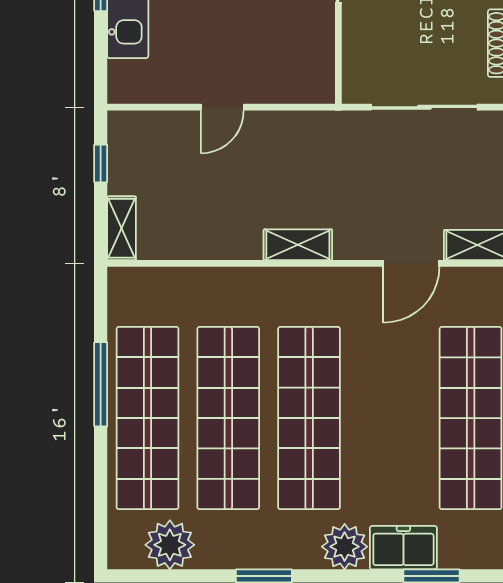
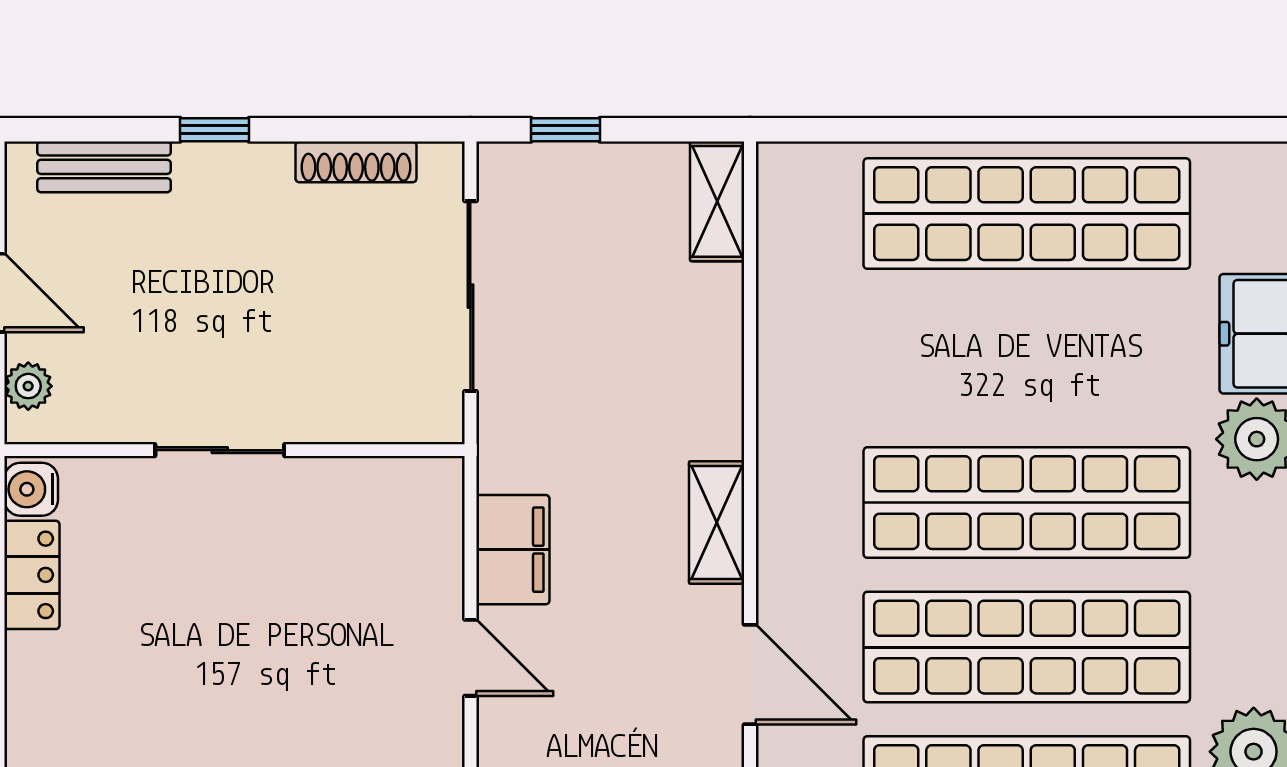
filing cabinet: (283, 131) -> (513, 550), added
door: (411, 263) -> (750, 675), moved

